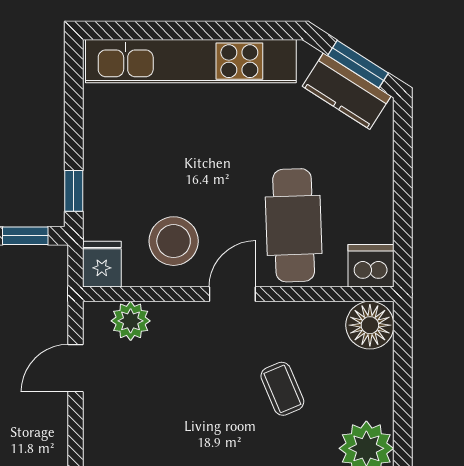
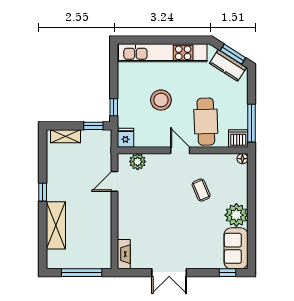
window: (403, 229) -> (252, 123), added
stool: (174, 241) -> (161, 100), moved
door: (232, 294) -> (180, 150), hinge flipped
floor lamp: (370, 325) -> (242, 159), width x0.53, depth x0.53

